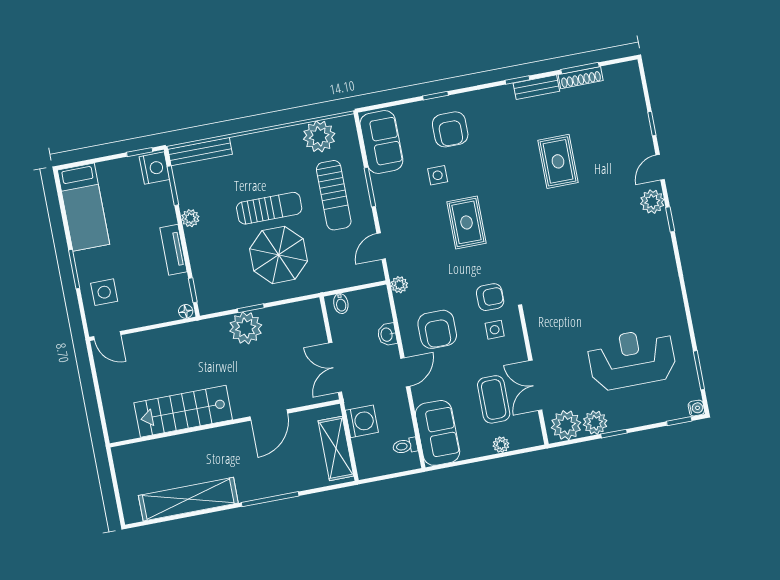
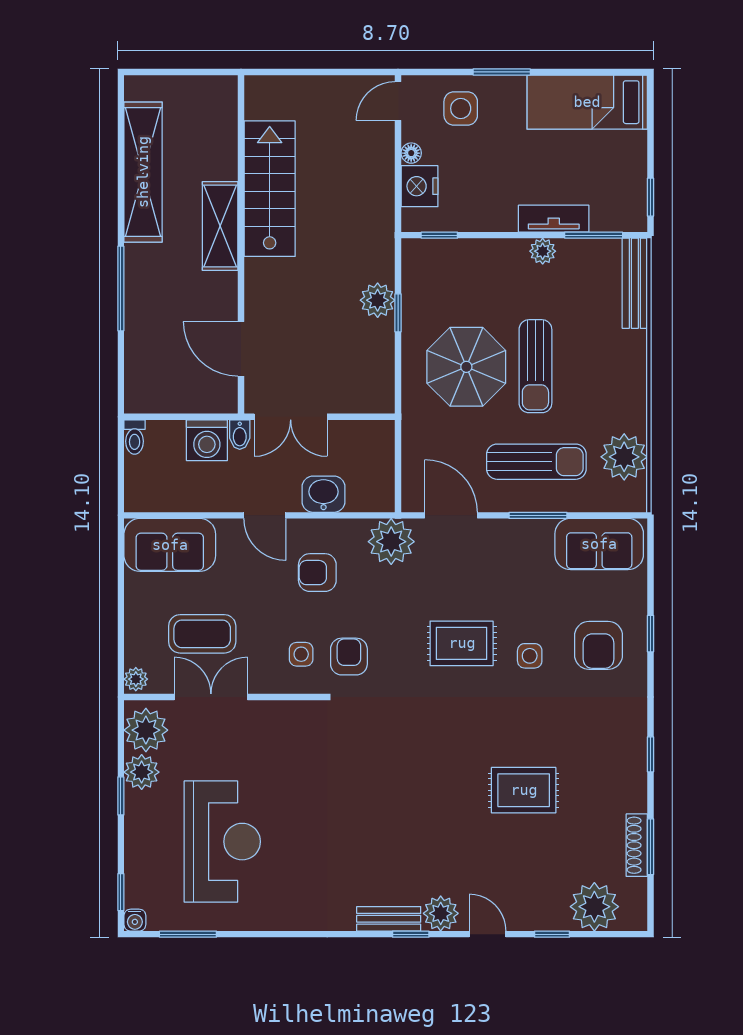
bench: (536, 87) -> (389, 919), moved, turned 90
plant: (628, 98) -> (594, 907), added
armchair: (450, 129) -> (599, 645), turned -90
nightstand: (154, 168) -> (420, 186), moved, turned 90
side table: (438, 175) -> (530, 656), moved
sun lounger: (334, 195) -> (536, 462), turned 180
door: (381, 246) -> (451, 515), width x1.38
tv unit: (173, 250) -> (554, 219), moved
plant: (399, 285) -> (391, 542), width x1.88, depth x1.88
armchair: (490, 297) -> (349, 657), turned 180
bidet: (341, 304) -> (240, 435), moved, turned -90
floor lamp: (186, 311) -> (411, 153), moved
plant: (246, 328) -> (378, 300), width x0.73, depth x0.73
armchair: (437, 329) -> (317, 573), width x0.72, depth x0.72
washbasin: (387, 335) -> (324, 494), width x1.38, depth x1.45
double door: (335, 368) -> (291, 417), swing flipped
door: (269, 415) -> (241, 349), moved
plant: (501, 445) -> (136, 679), moved
toilet: (405, 446) -> (135, 437), moved, turned 180
shelving: (336, 448) -> (220, 226), moved, turned 90

